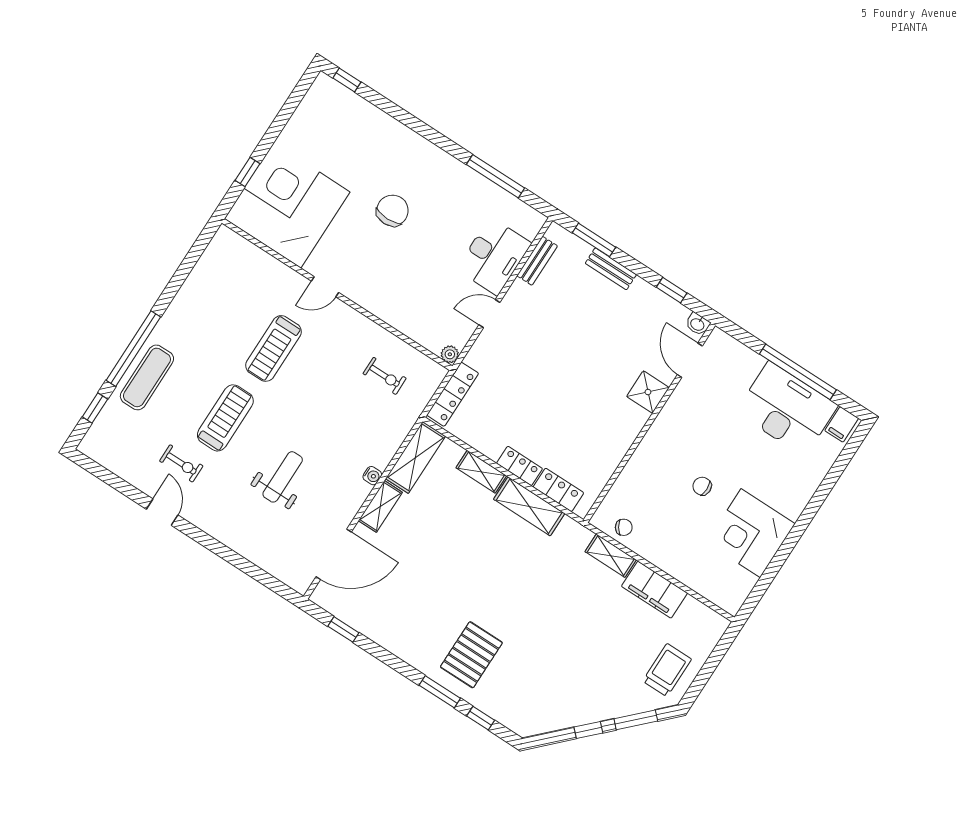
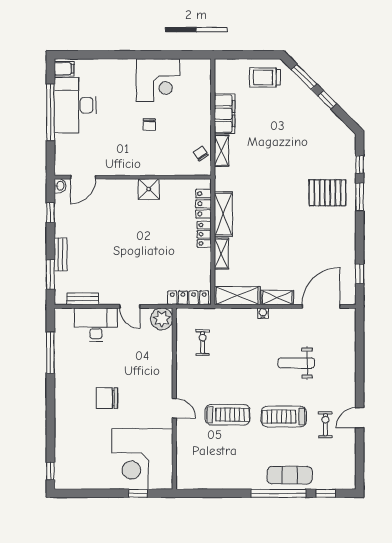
plant: (450, 354) -> (162, 319), width x1.87, depth x1.87
shower: (648, 392) -> (149, 189), moved
door: (334, 554) -> (321, 306), hinge flipped

